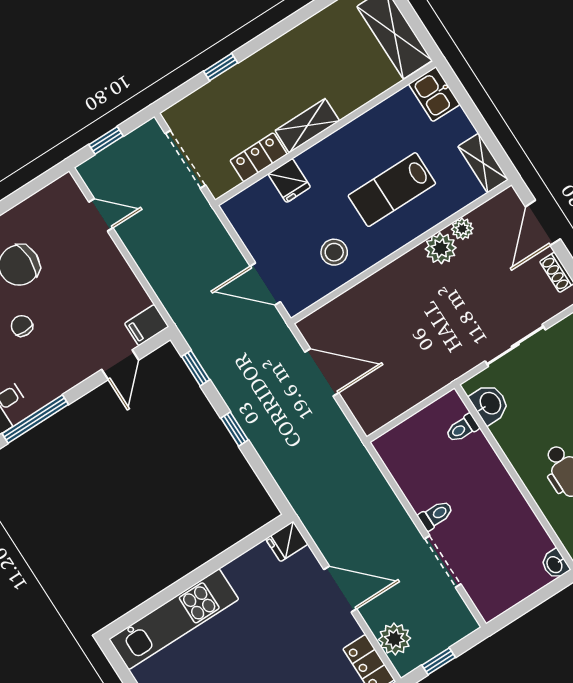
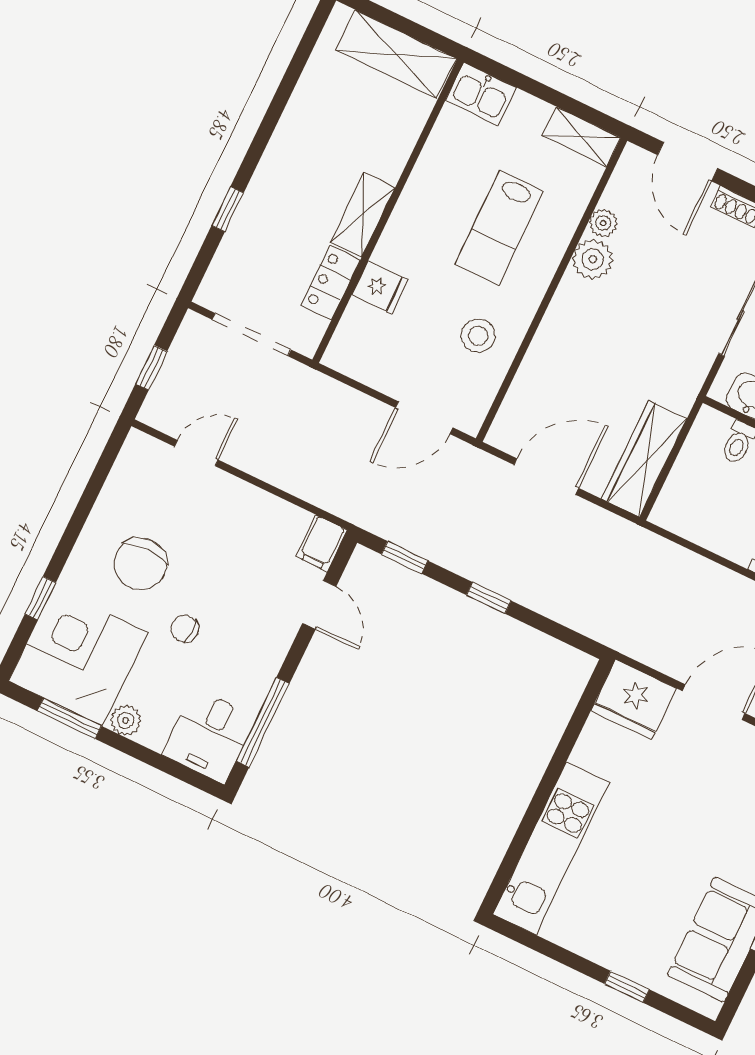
wardrobe: (393, 401) -> (644, 459), added
fridge: (287, 541) -> (634, 699), width x1.88, depth x1.34

